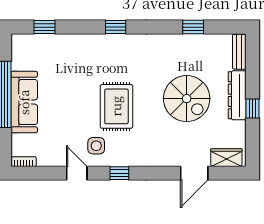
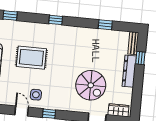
spiral stairs: (187, 99) -> (91, 85), moved
rug: (116, 106) -> (31, 58), moved, turned 90
window: (252, 109) -> (140, 58), moved

